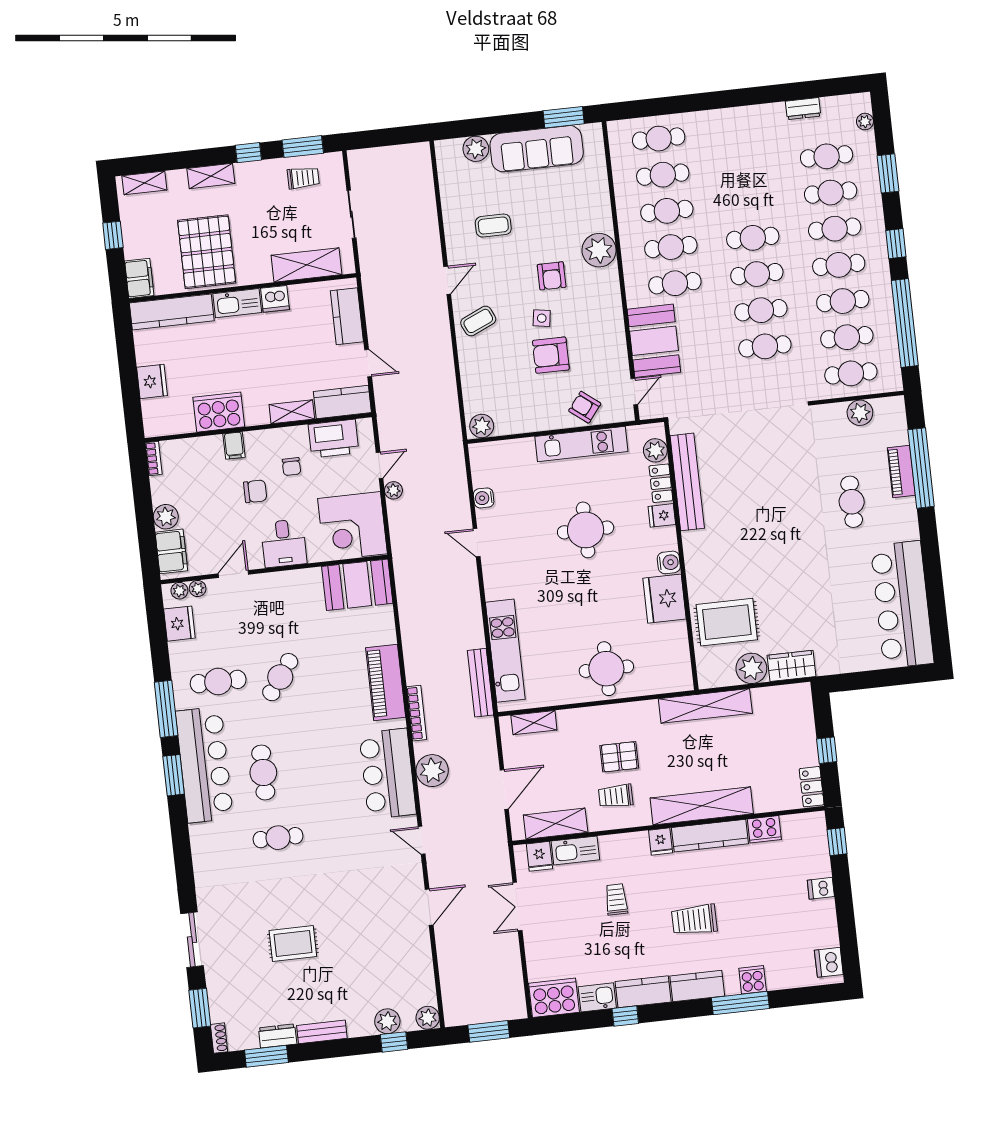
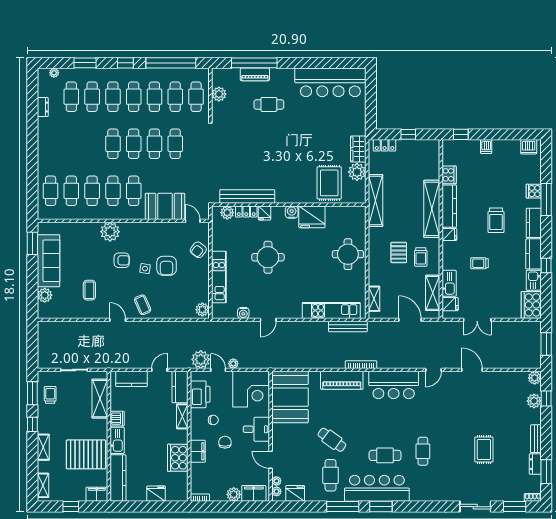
kitchen unit: (581, 444) -> (219, 277), moved
filing cabinet: (234, 446) -> (198, 451), width x2.00
booth: (357, 585) -> (290, 397), width x1.36, depth x1.42
plant: (432, 771) -> (201, 359), moved
locker: (812, 787) -> (385, 145), moved

